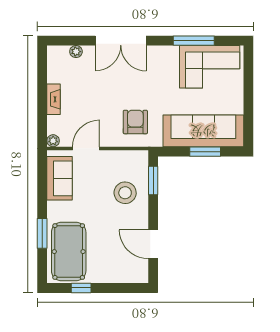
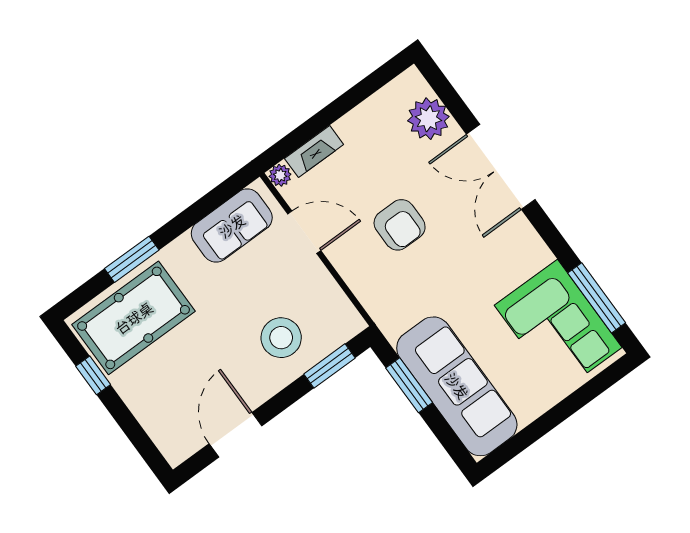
window: (194, 41) -> (597, 298), moved
plant: (76, 52) -> (428, 119), width x1.88, depth x1.88
fireplace: (54, 99) -> (314, 151), moved
armchair: (135, 122) -> (400, 225), moved, turned 90
window: (205, 152) -> (409, 385), moved

